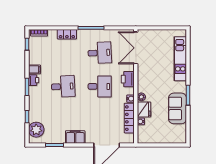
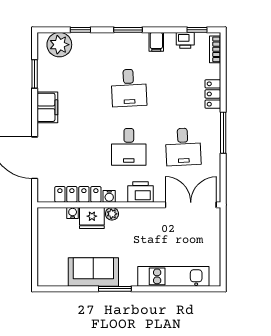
printer: (34, 80) -> (185, 40), moved

